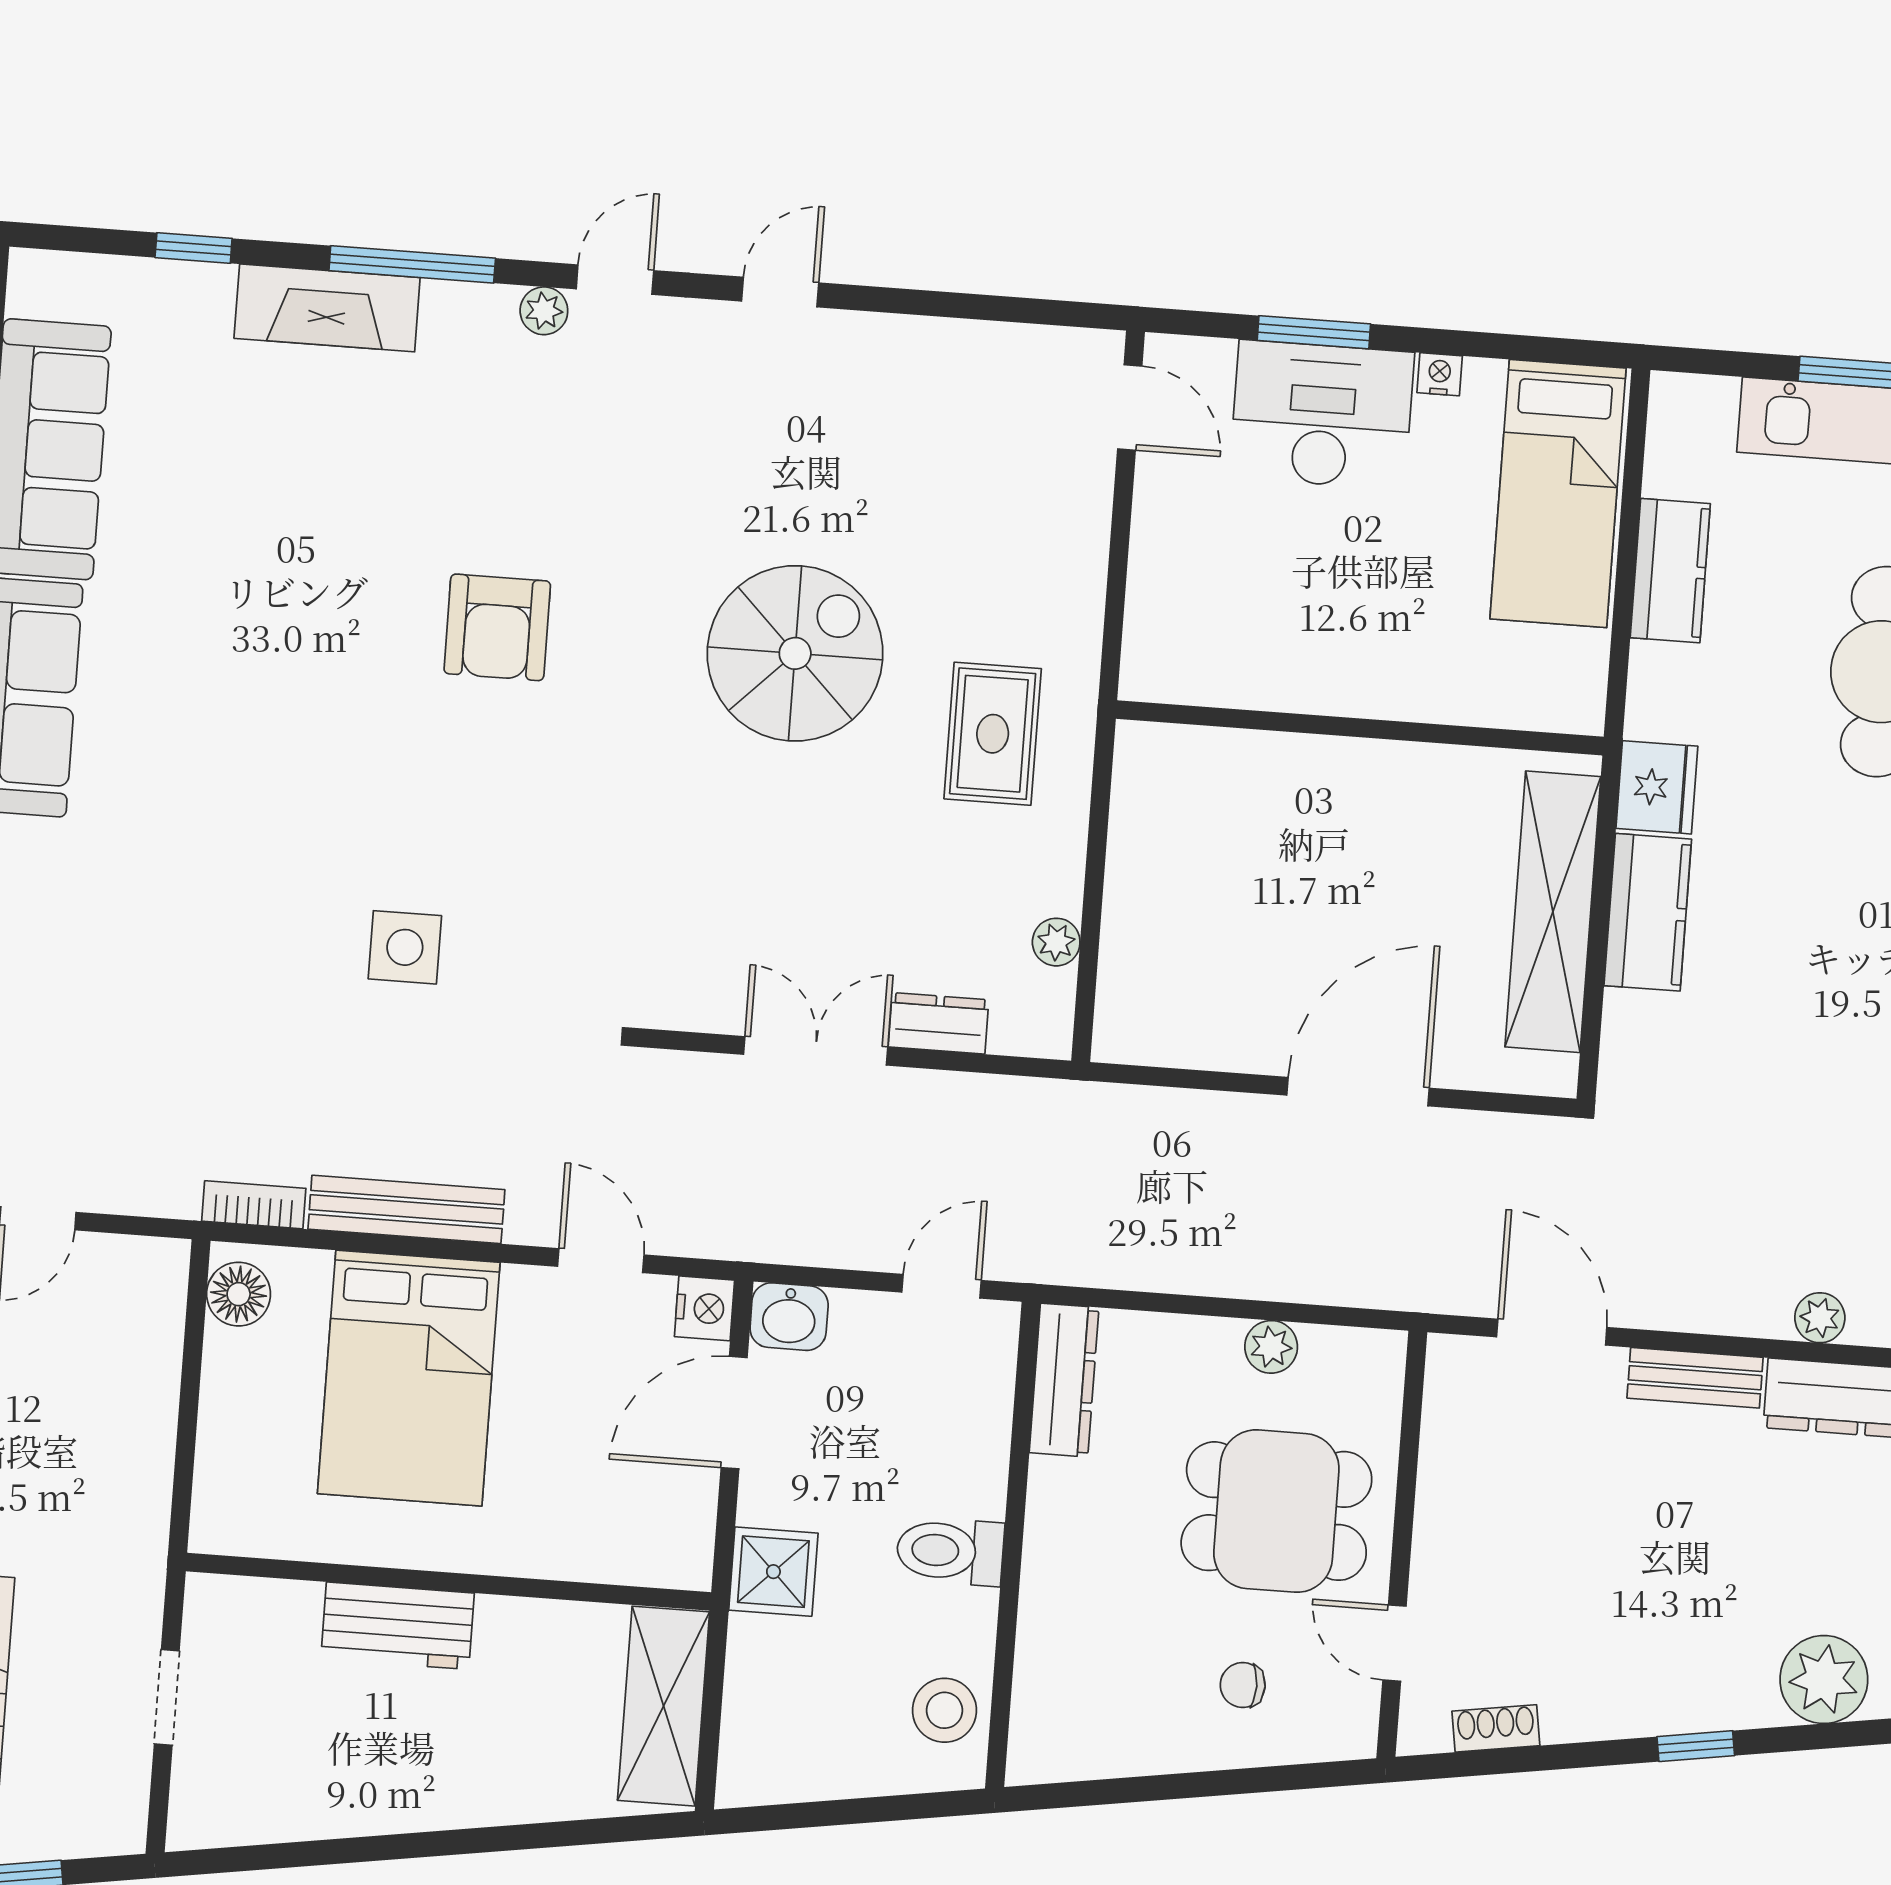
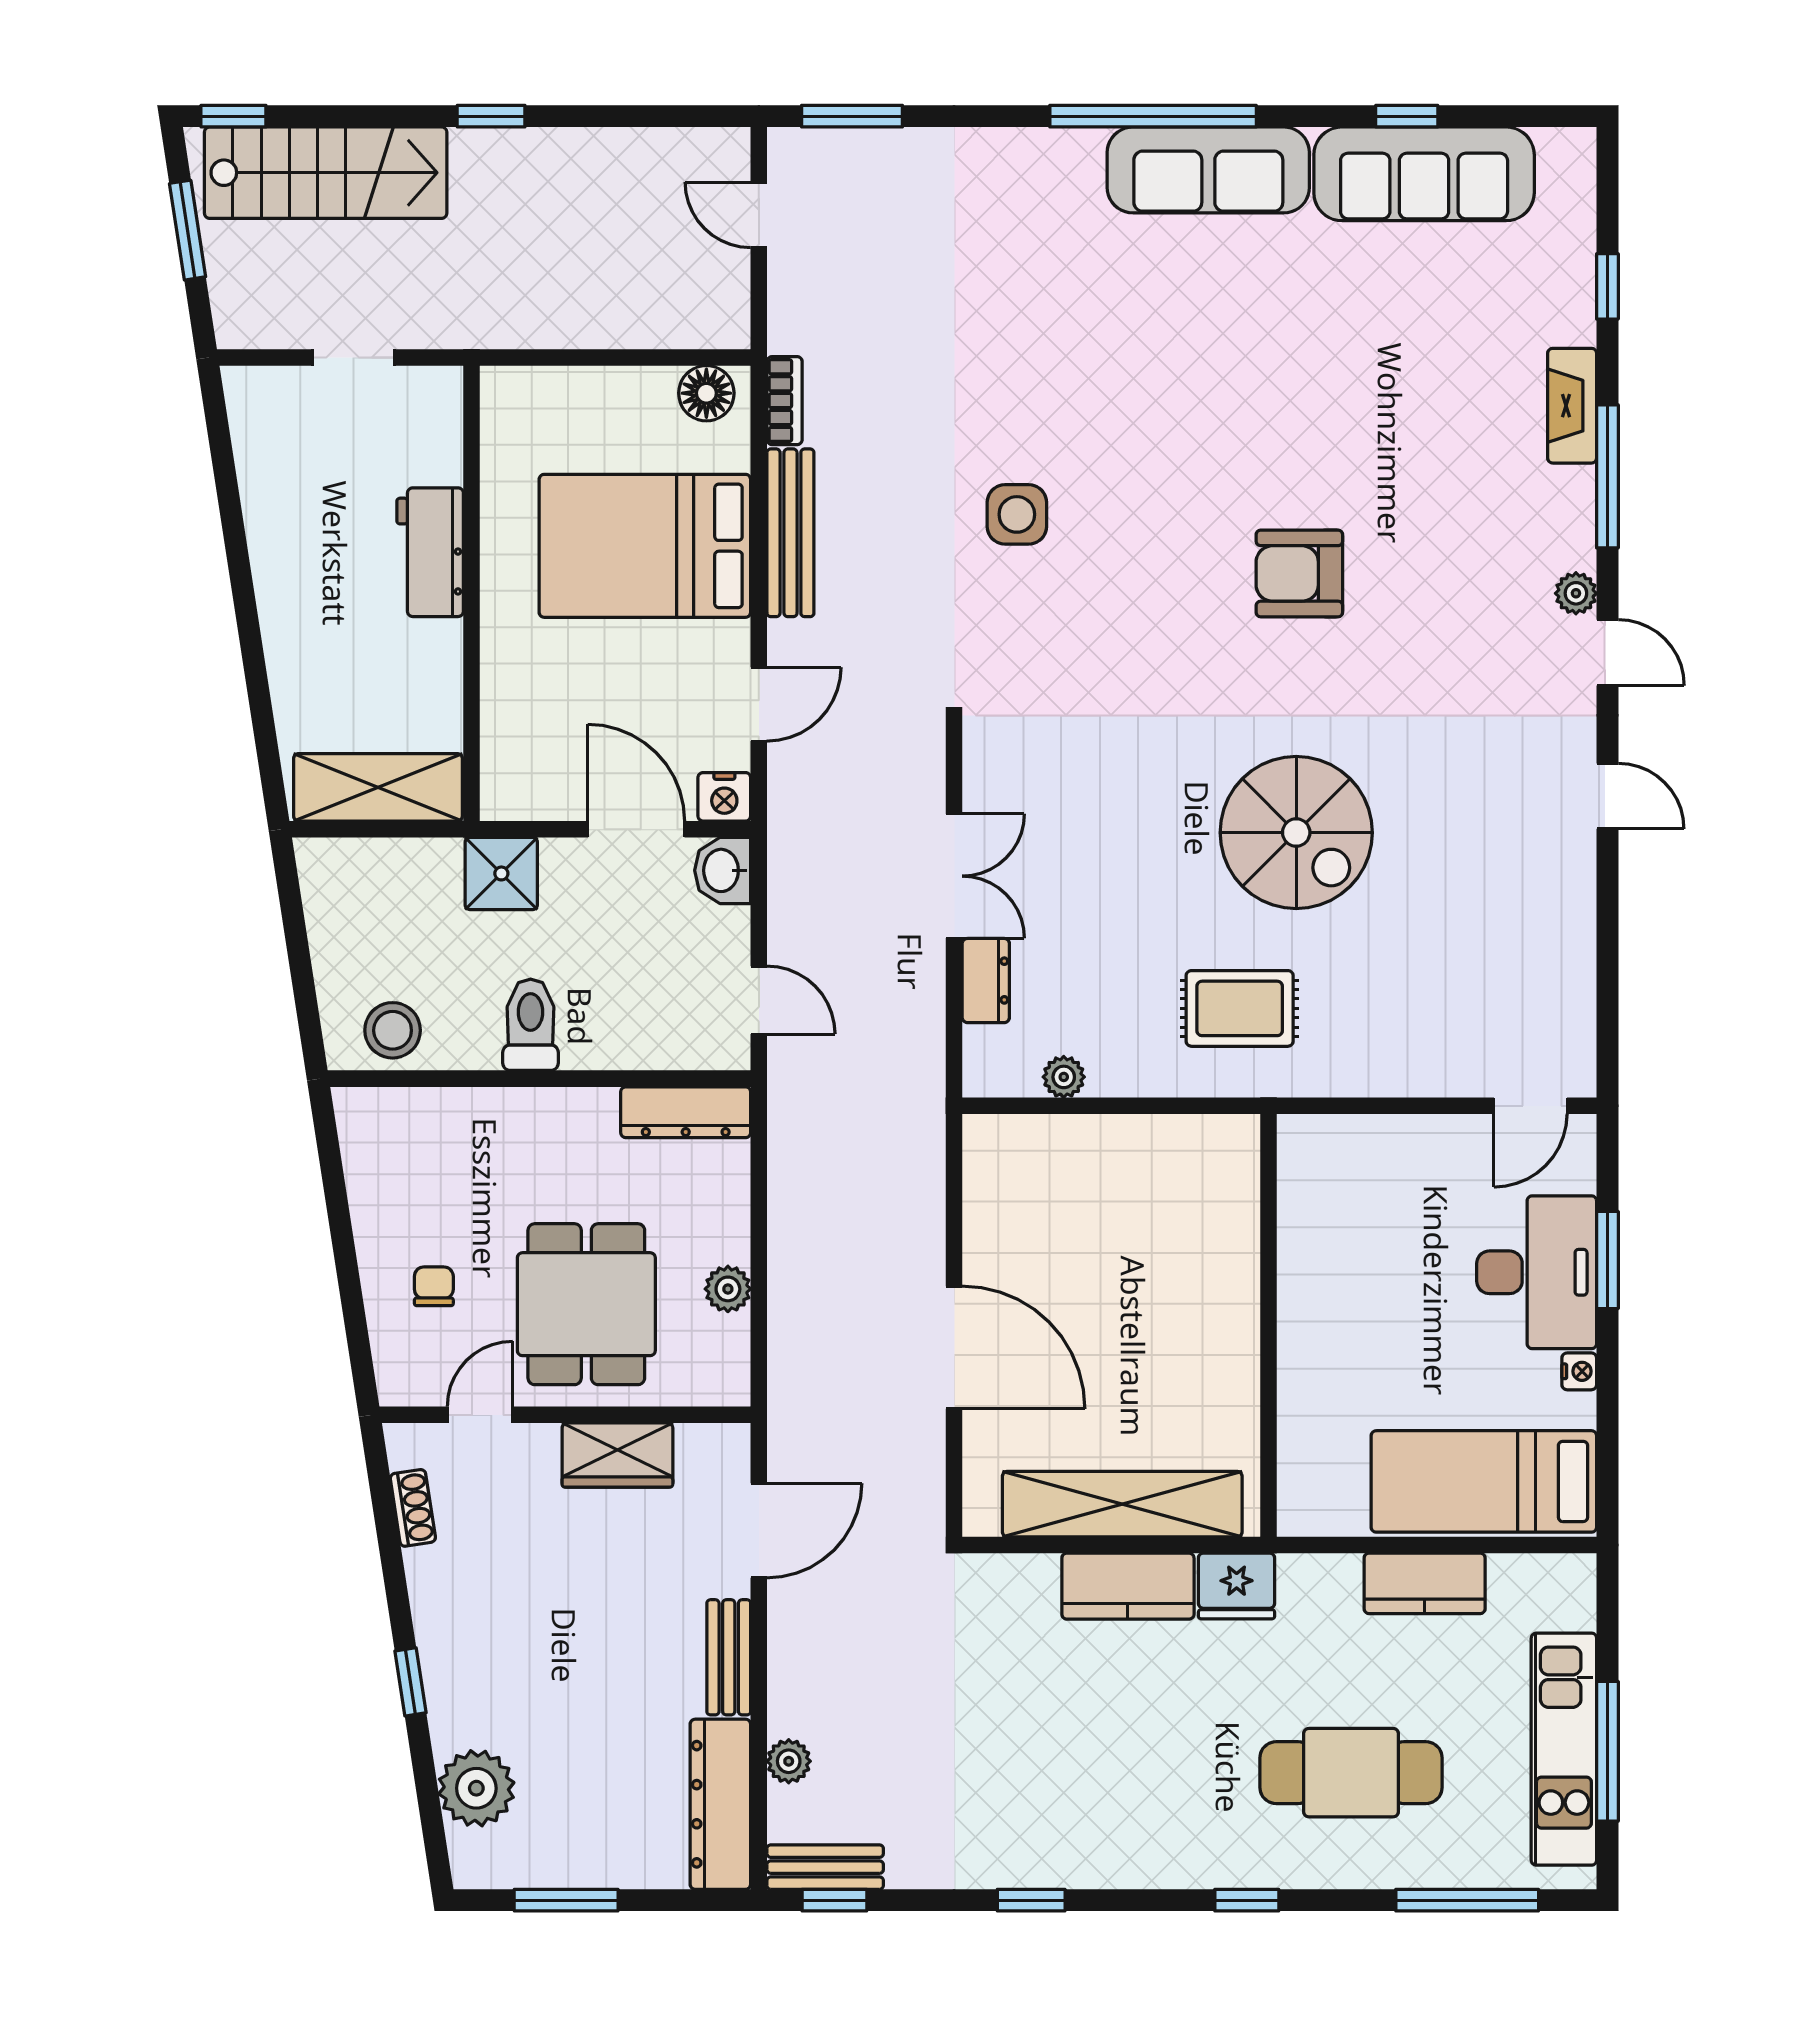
fireplace: (327, 308) -> (1572, 406), width x0.73, depth x0.76
wardrobe: (1453, 1488) -> (617, 1455), added

